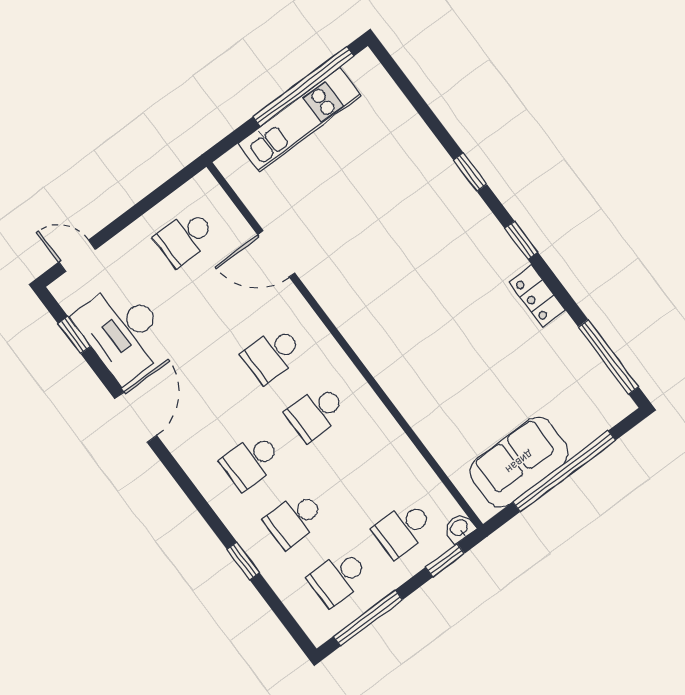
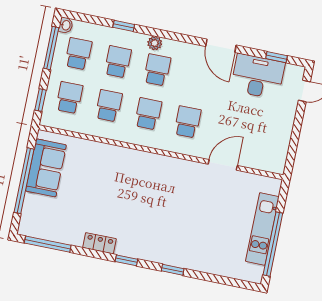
school desk: (185, 238) -> (109, 106), moved
plant: (222, 500) -> (155, 43), added
washbasin: (459, 528) -> (66, 25), moved

